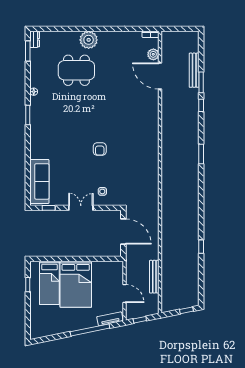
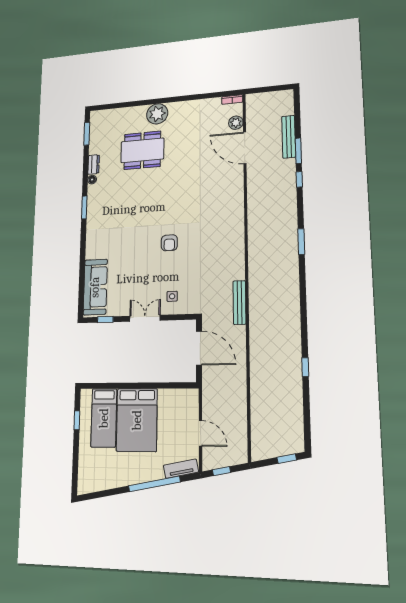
dresser: (35, 39) -> (94, 164), moved
bench: (154, 277) -> (239, 303), moved

